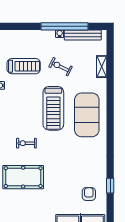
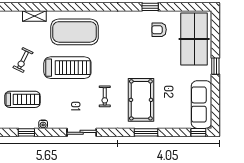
treadmill: (24, 66) -> (22, 99), turned 90
shelving: (102, 67) -> (34, 16), moved

